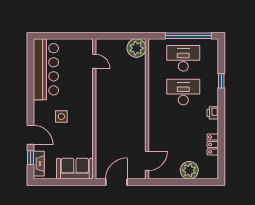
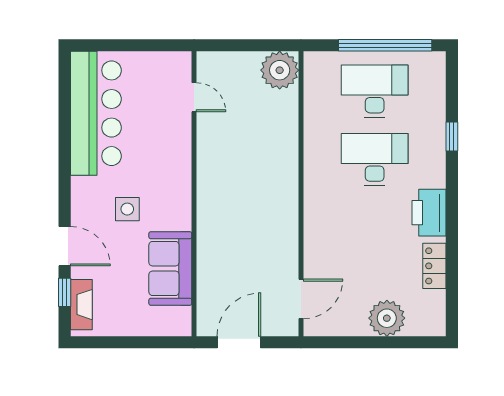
printer: (213, 113) -> (429, 213), width x1.87, depth x1.48
sofa: (75, 169) -> (170, 268), moved, turned -90

